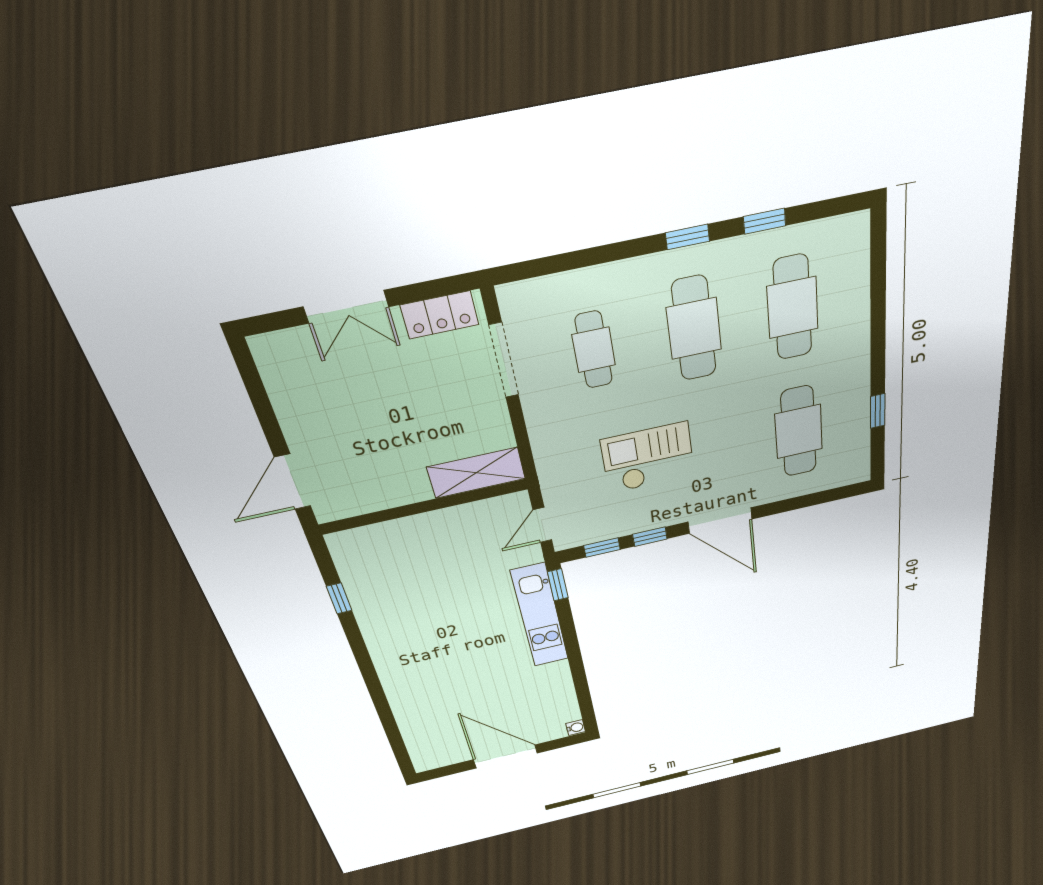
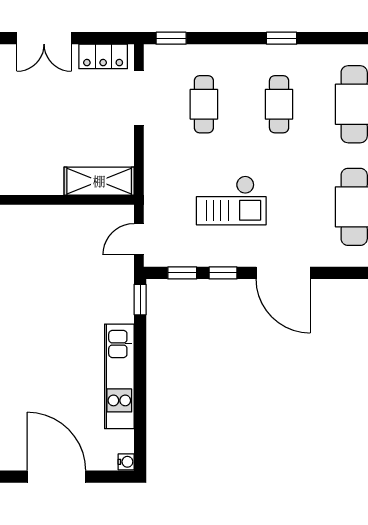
window: (765, 221) -> (171, 38), moved
cafe table: (694, 329) -> (279, 104), width x0.73, depth x0.74
checkout: (648, 458) -> (231, 200), turned 180
kitchen unit: (540, 616) -> (119, 376), moved

